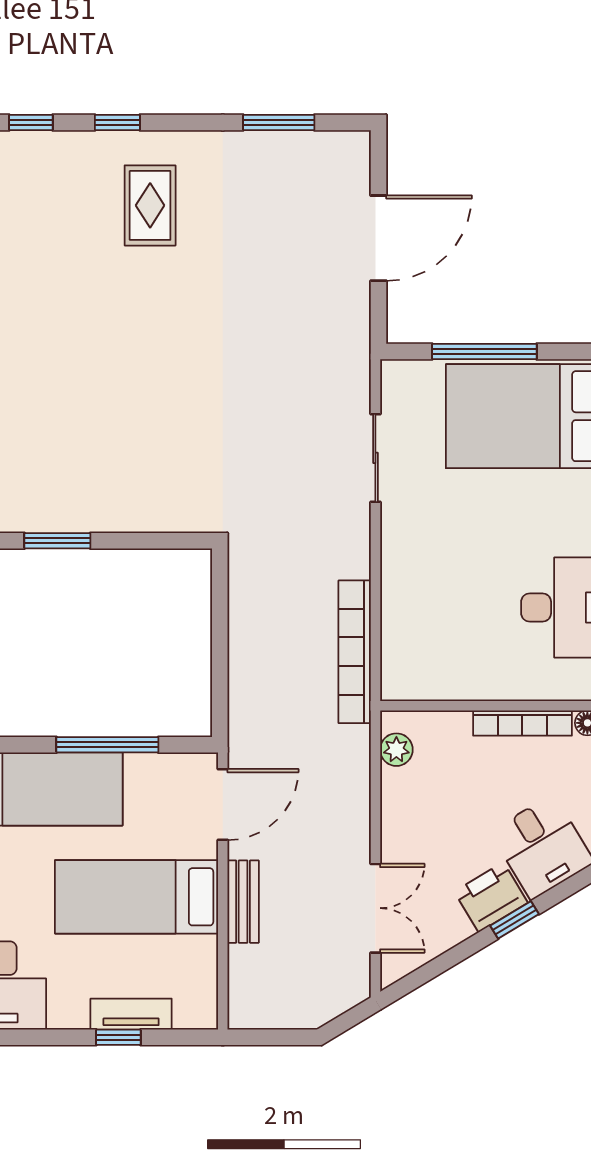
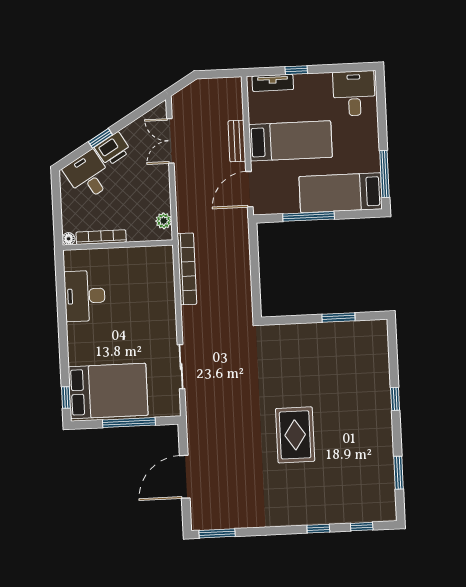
window: (279, 122) -> (217, 533), moved
rug: (150, 205) -> (295, 435), moved, width x1.36, depth x1.43
tv unit: (131, 1014) -> (273, 83), moved

